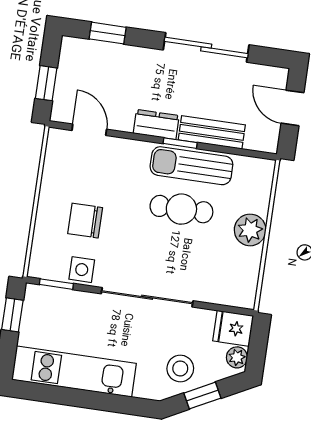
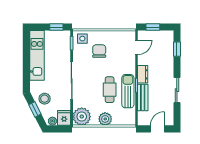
sliding door: (206, 47) -> (177, 90), width x0.73
side table: (82, 270) -> (82, 39), moved
plant: (236, 285) -> (82, 117), added

